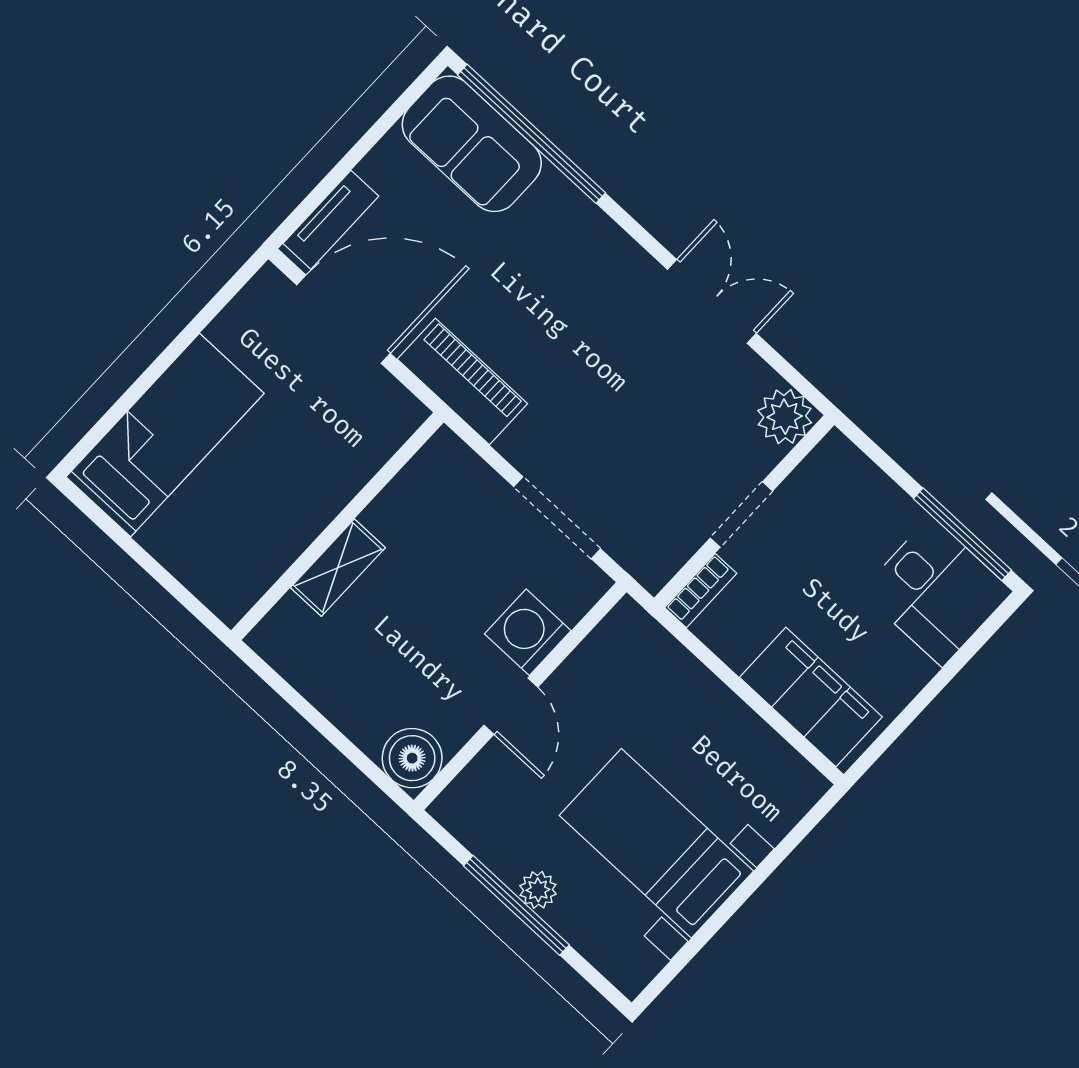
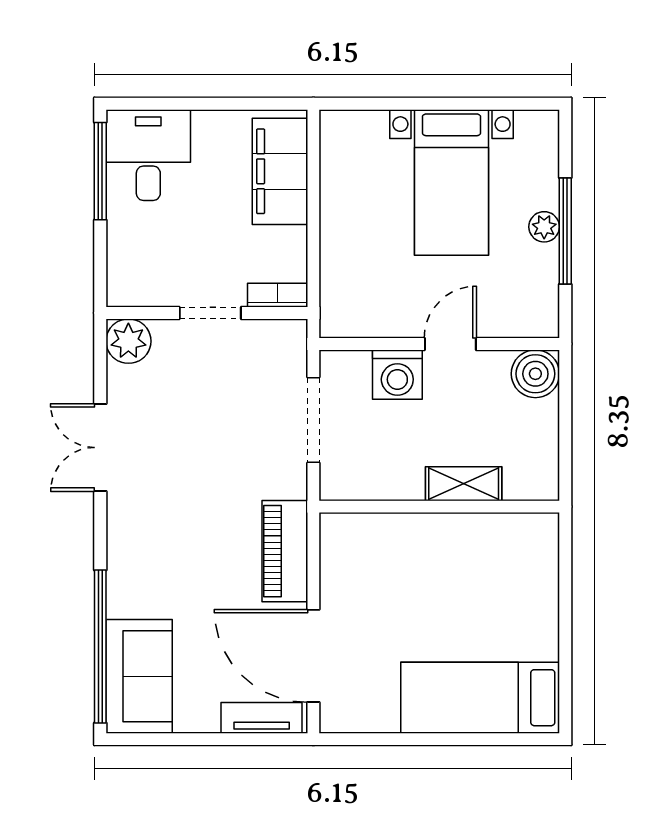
wall: (337, 526) -> (439, 507), moved
shelving: (338, 568) -> (464, 484), moved

